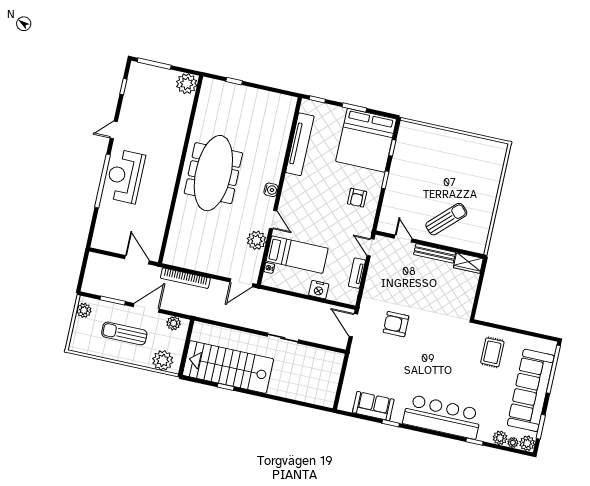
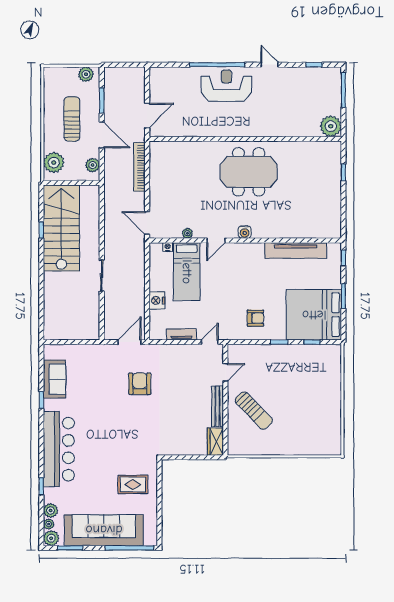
meeting table: (213, 173) -> (249, 172), width x0.73
armchair: (357, 198) -> (256, 318), turned 180
plant: (257, 240) -> (187, 233), width x0.53, depth x0.53

